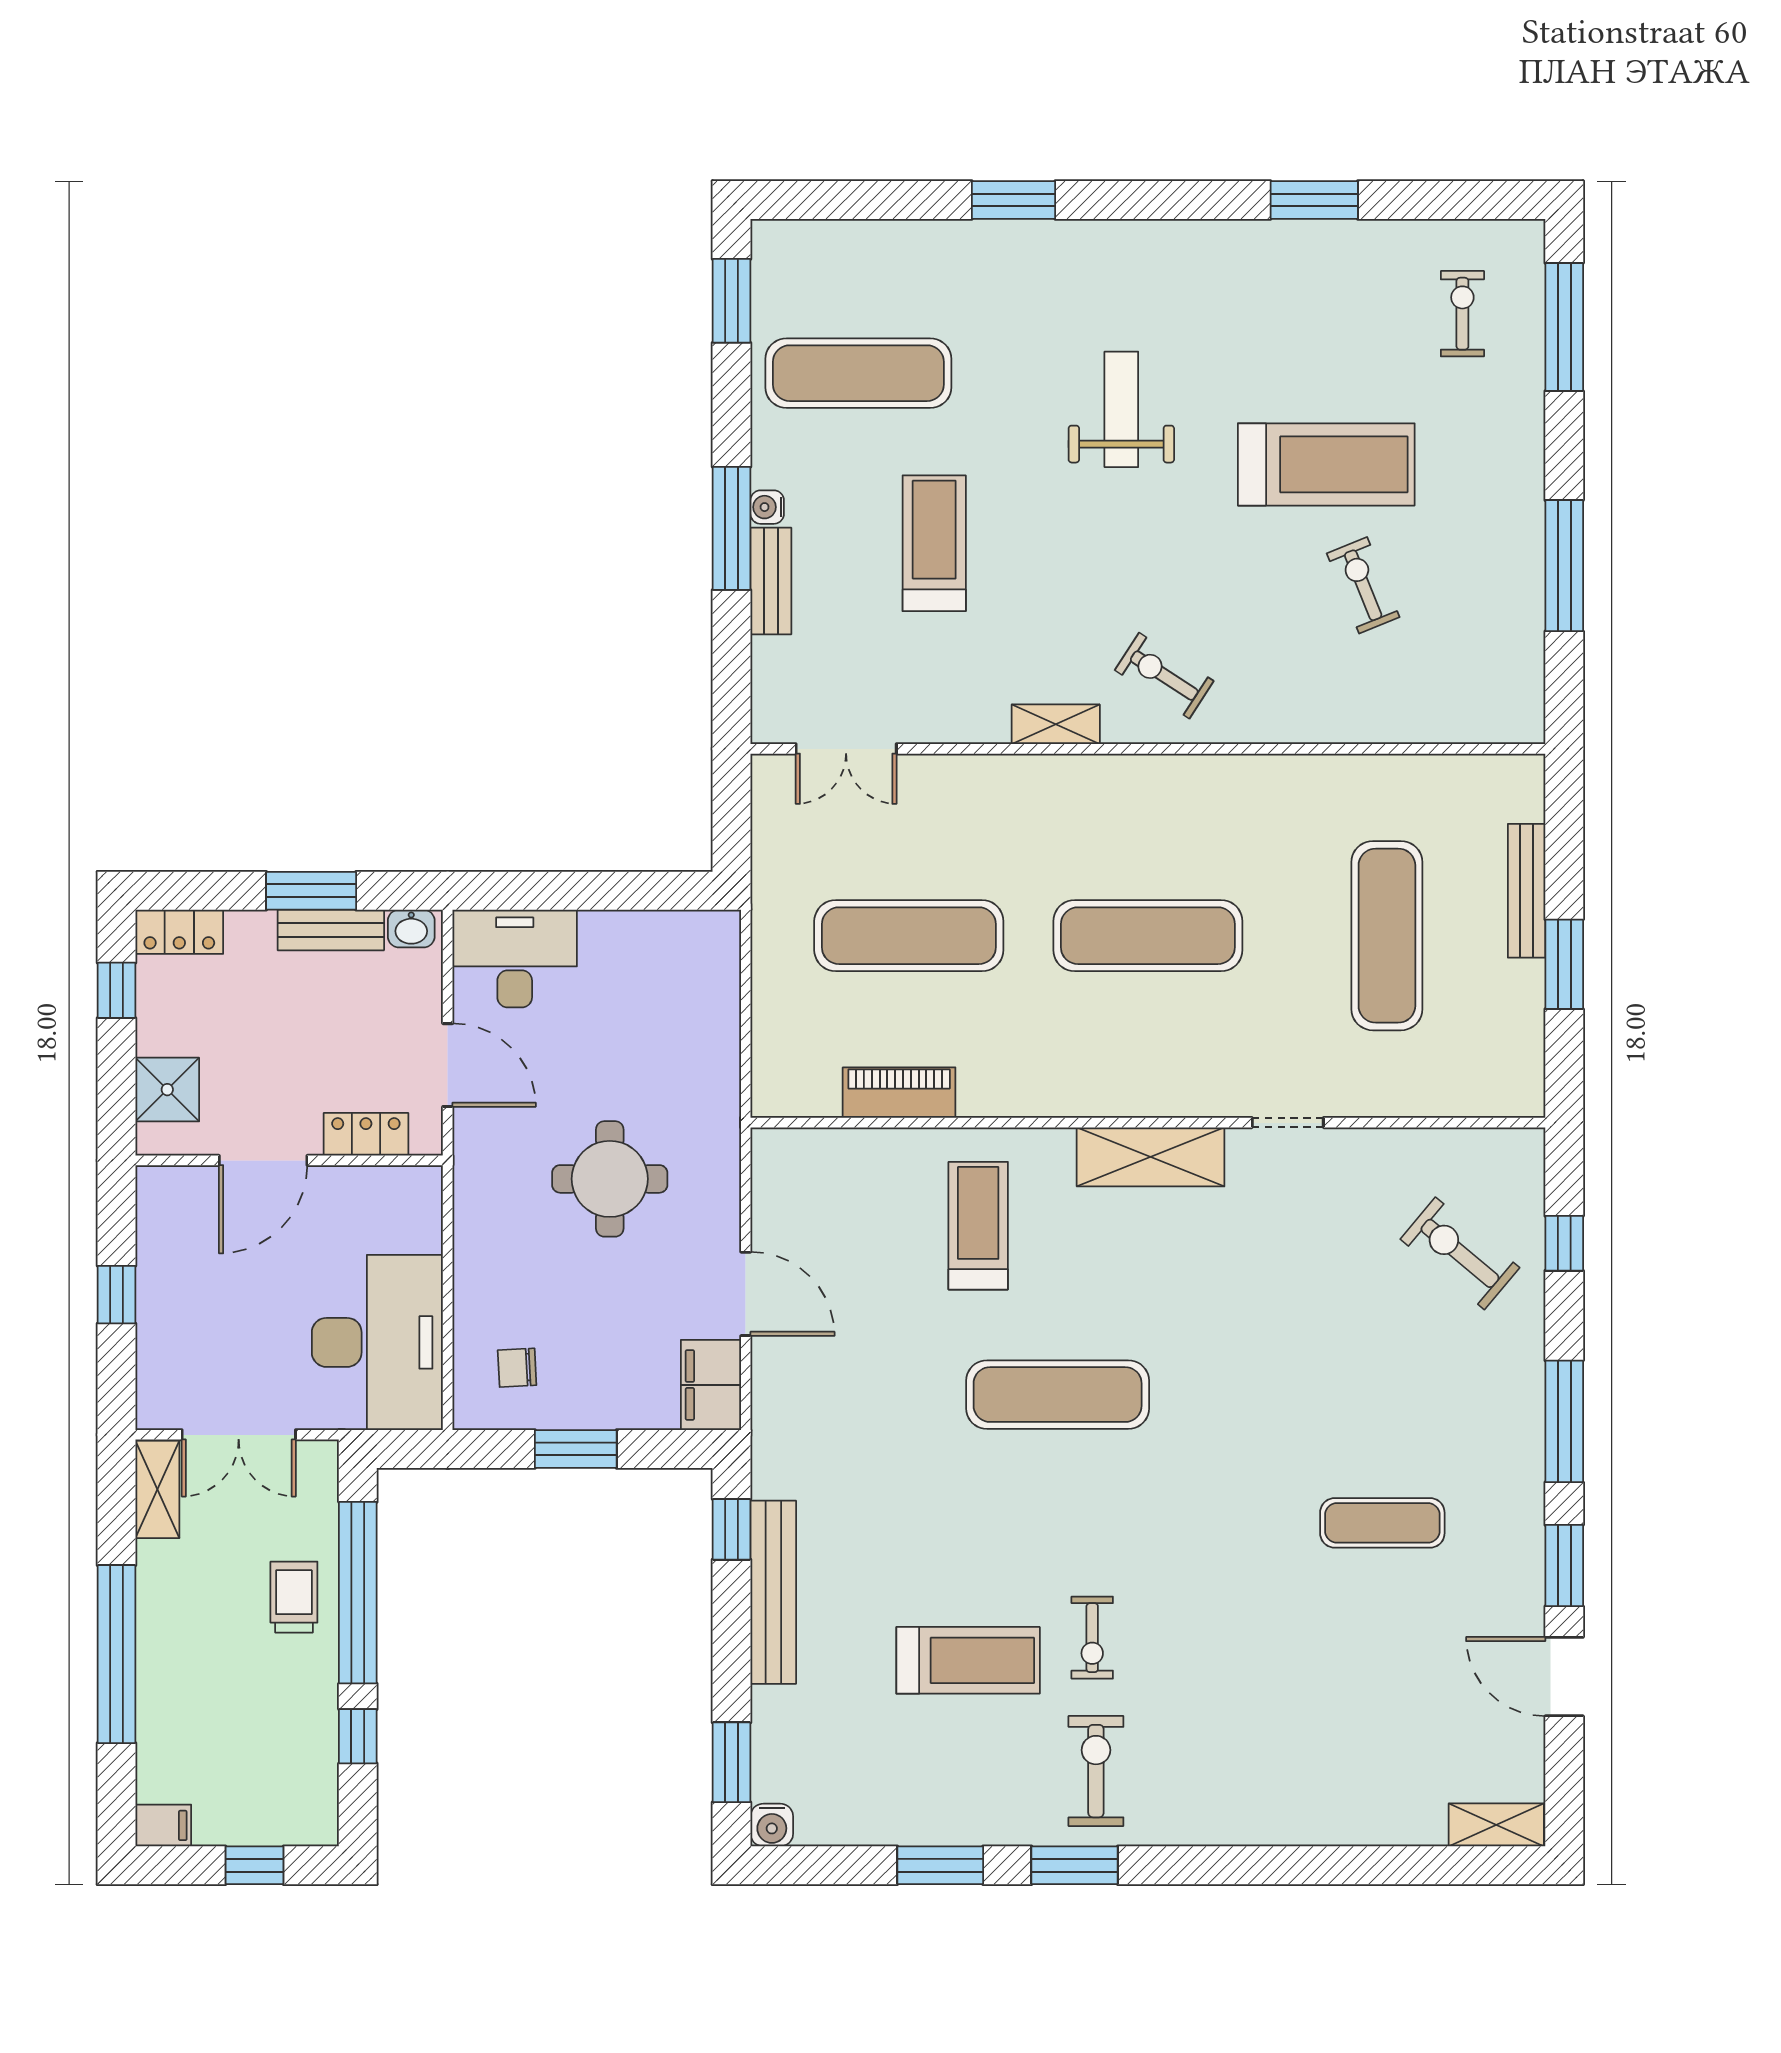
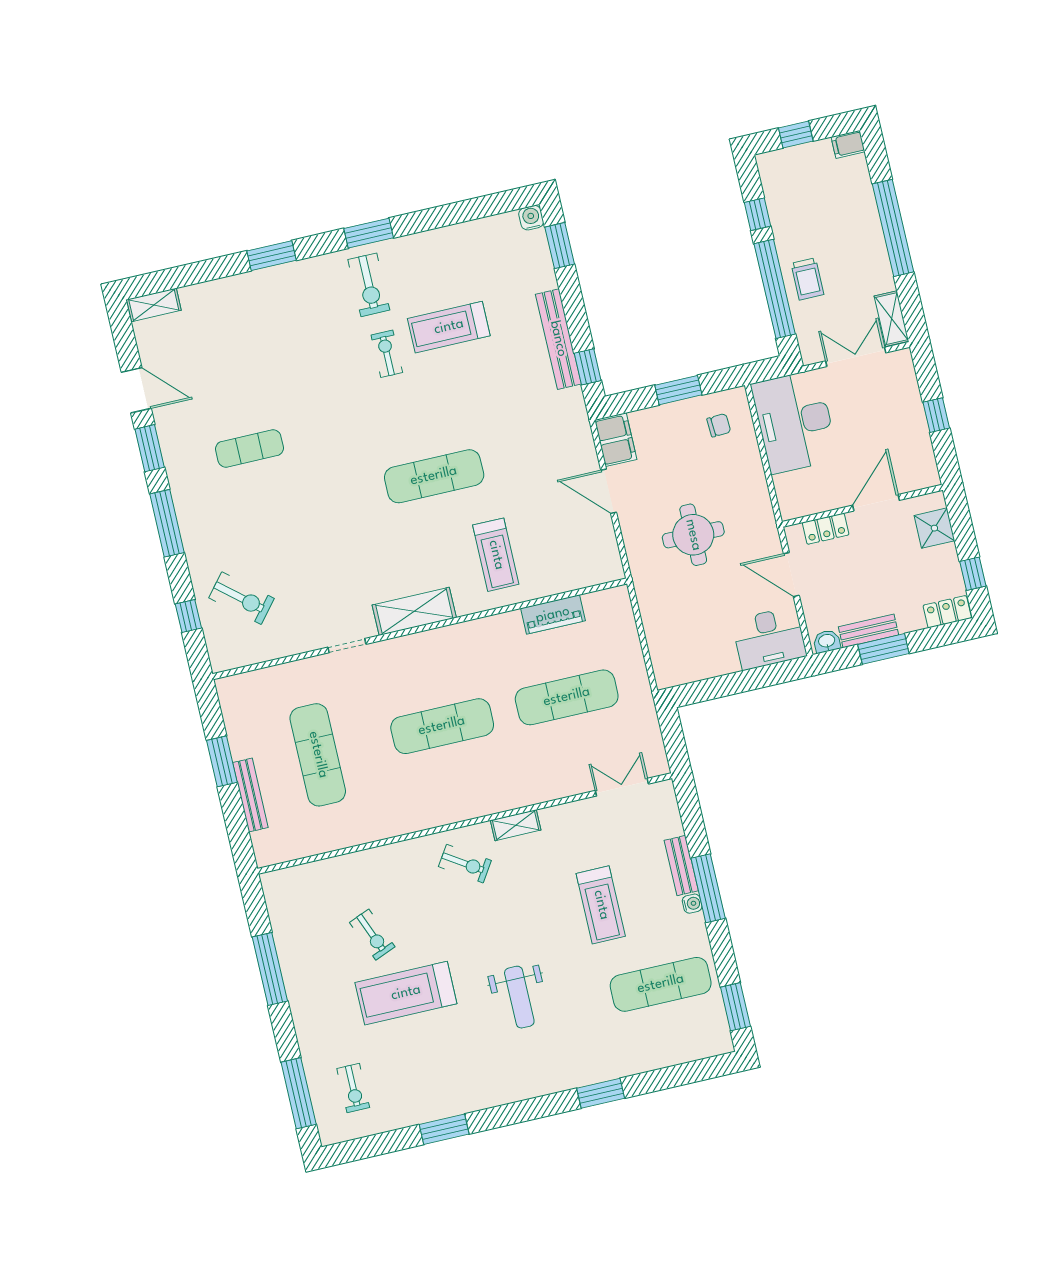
window: (940, 1865) -> (272, 256), moved

